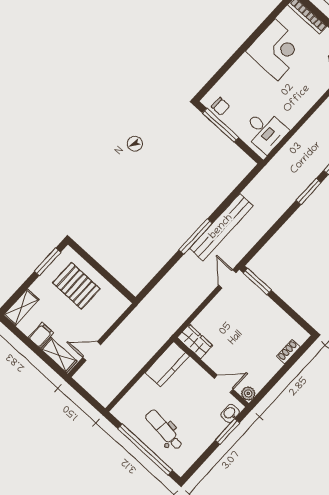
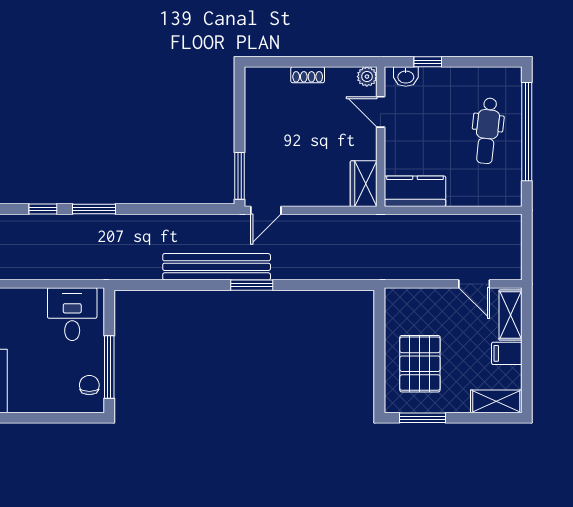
window: (196, 237) -> (252, 285), width x0.69
shoe rack: (288, 352) -> (308, 75), moved
window: (227, 432) -> (428, 62), width x0.67

